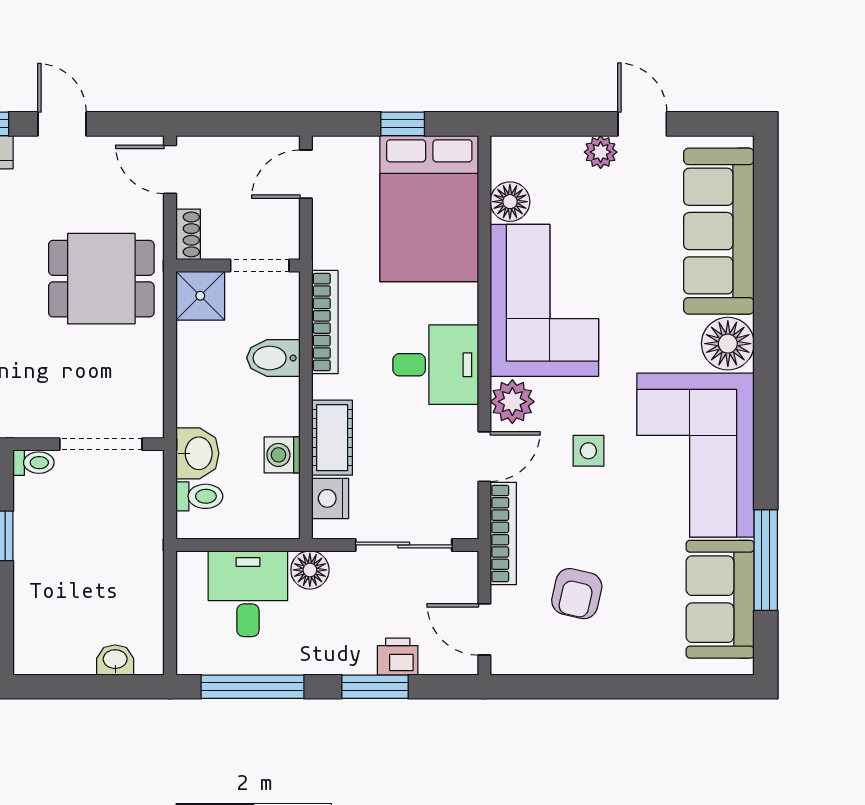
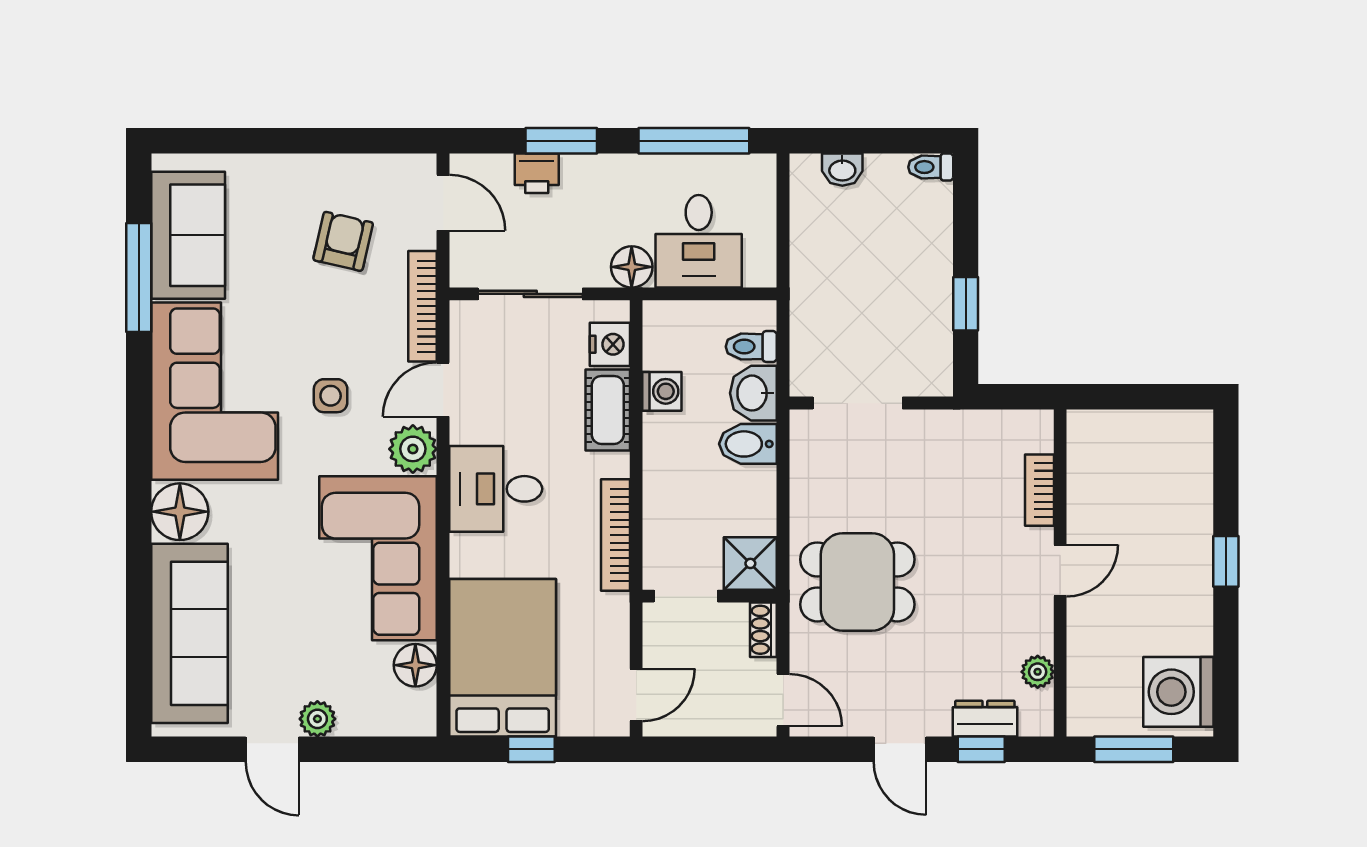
bidet: (273, 358) -> (748, 444), moved, turned 180
toilet: (33, 463) -> (931, 167), moved

